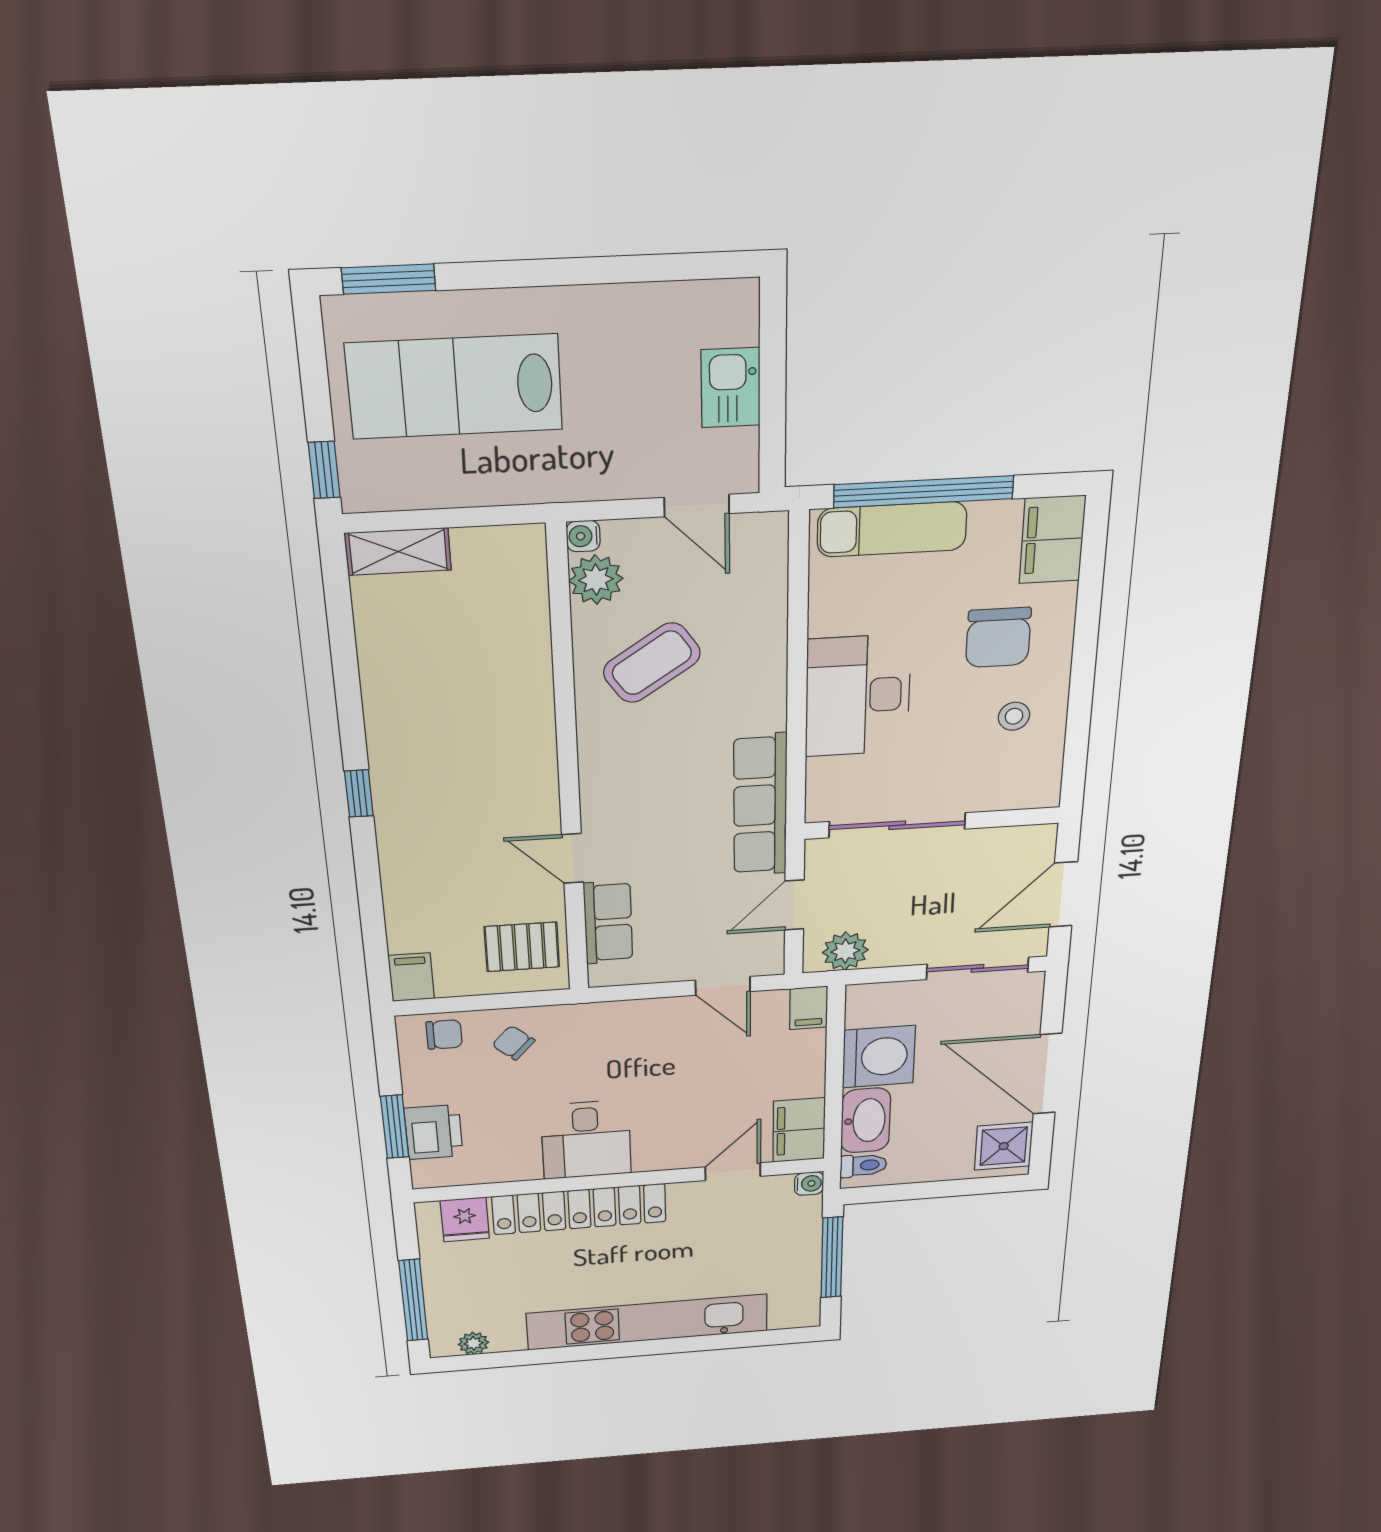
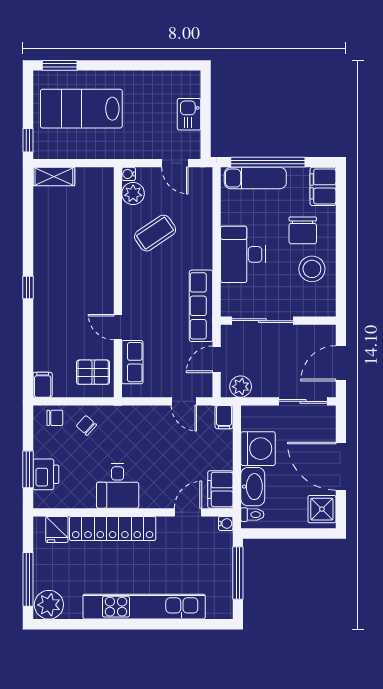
stool: (1014, 716) -> (312, 269), width x1.89, depth x1.89
plant: (473, 1343) -> (49, 605), width x1.87, depth x1.87

